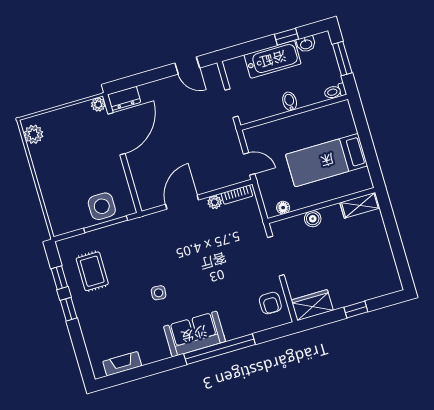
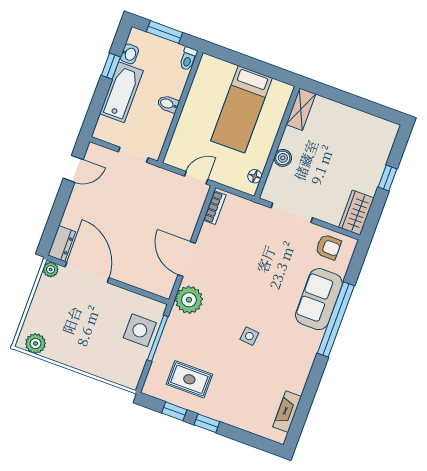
plant: (215, 202) -> (189, 300), moved, width x1.88, depth x1.88
sofa: (194, 334) -> (319, 299), moved

